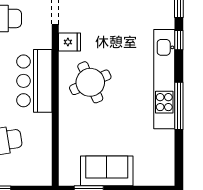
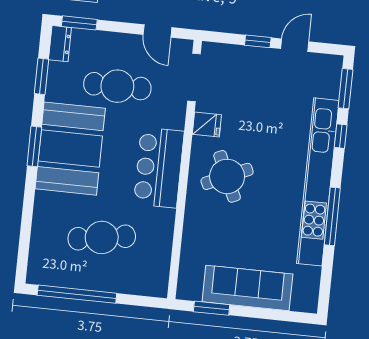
kitchen unit: (164, 79) -> (318, 182), width x1.36
sofa: (107, 171) -> (247, 288), width x1.36

